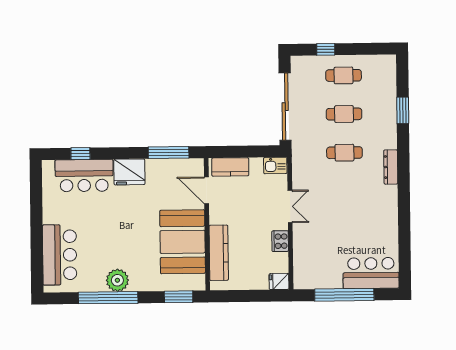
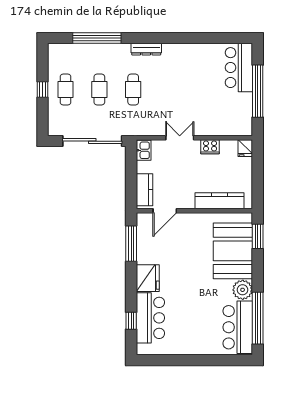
window: (326, 49) -> (43, 89), moved
window: (403, 110) -> (97, 38), width x2.11
booth: (183, 242) -> (233, 251), moved, turned 90
bar counter: (60, 255) -> (238, 327), moved, turned -90
window: (108, 298) -> (258, 318), moved

